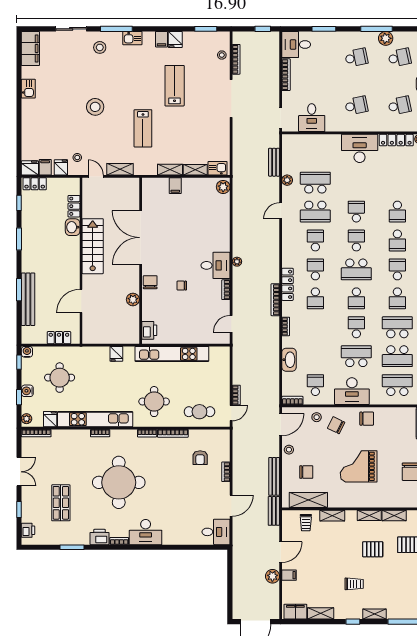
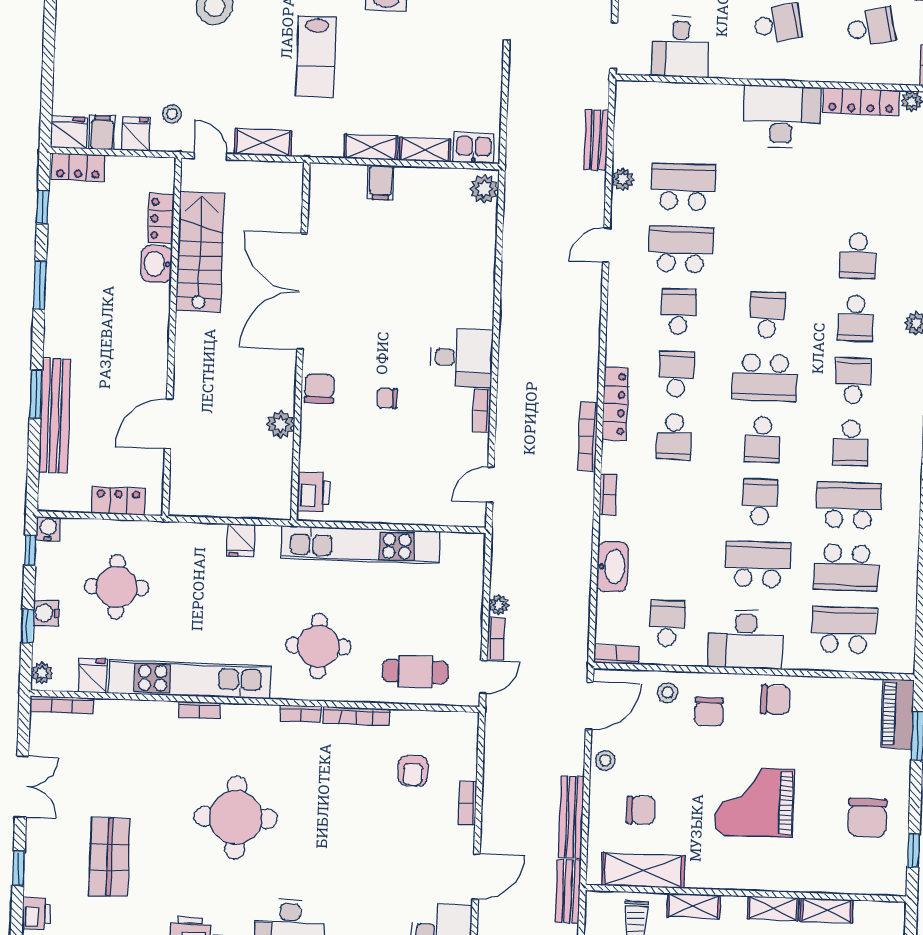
school desk: (315, 212) -> (681, 249), turned 180
school desk: (356, 212) -> (769, 253), removed
stairs: (93, 246) -> (200, 252), moved
plant: (237, 262) -> (499, 605), moved
chair: (336, 425) -> (709, 712), turned -116
round table: (119, 482) -> (236, 818), width x0.73, depth x0.73

